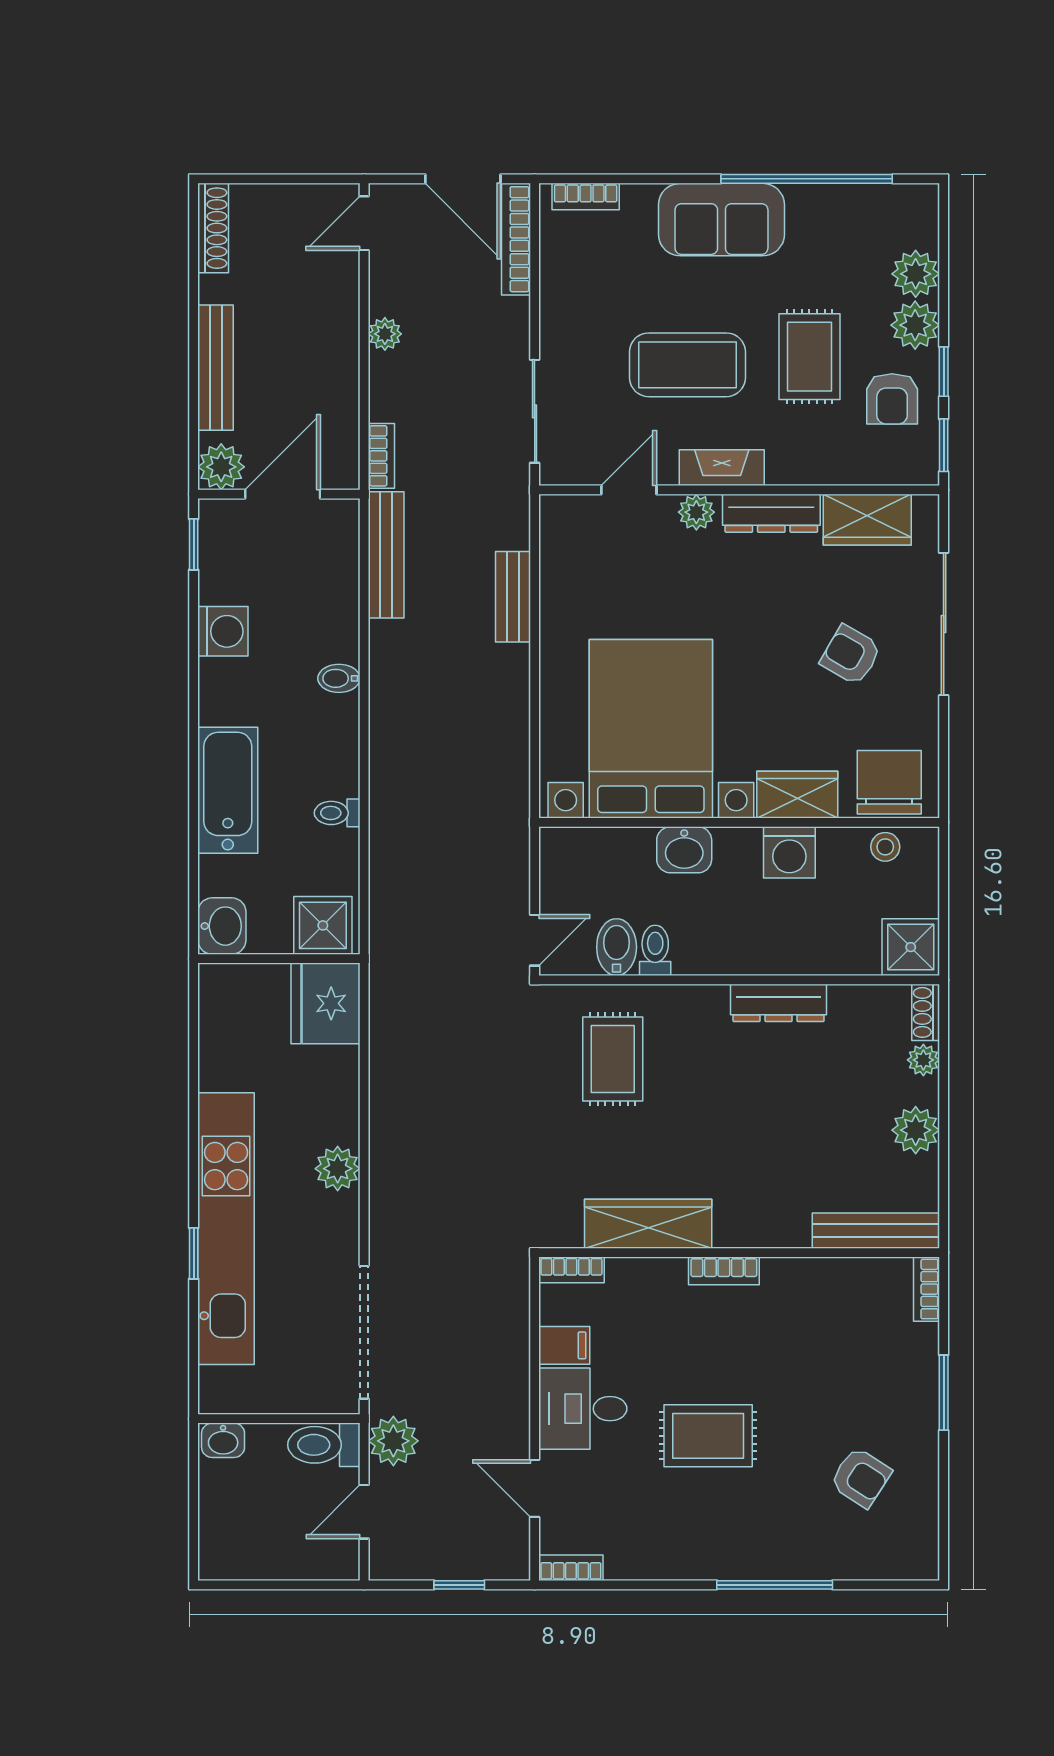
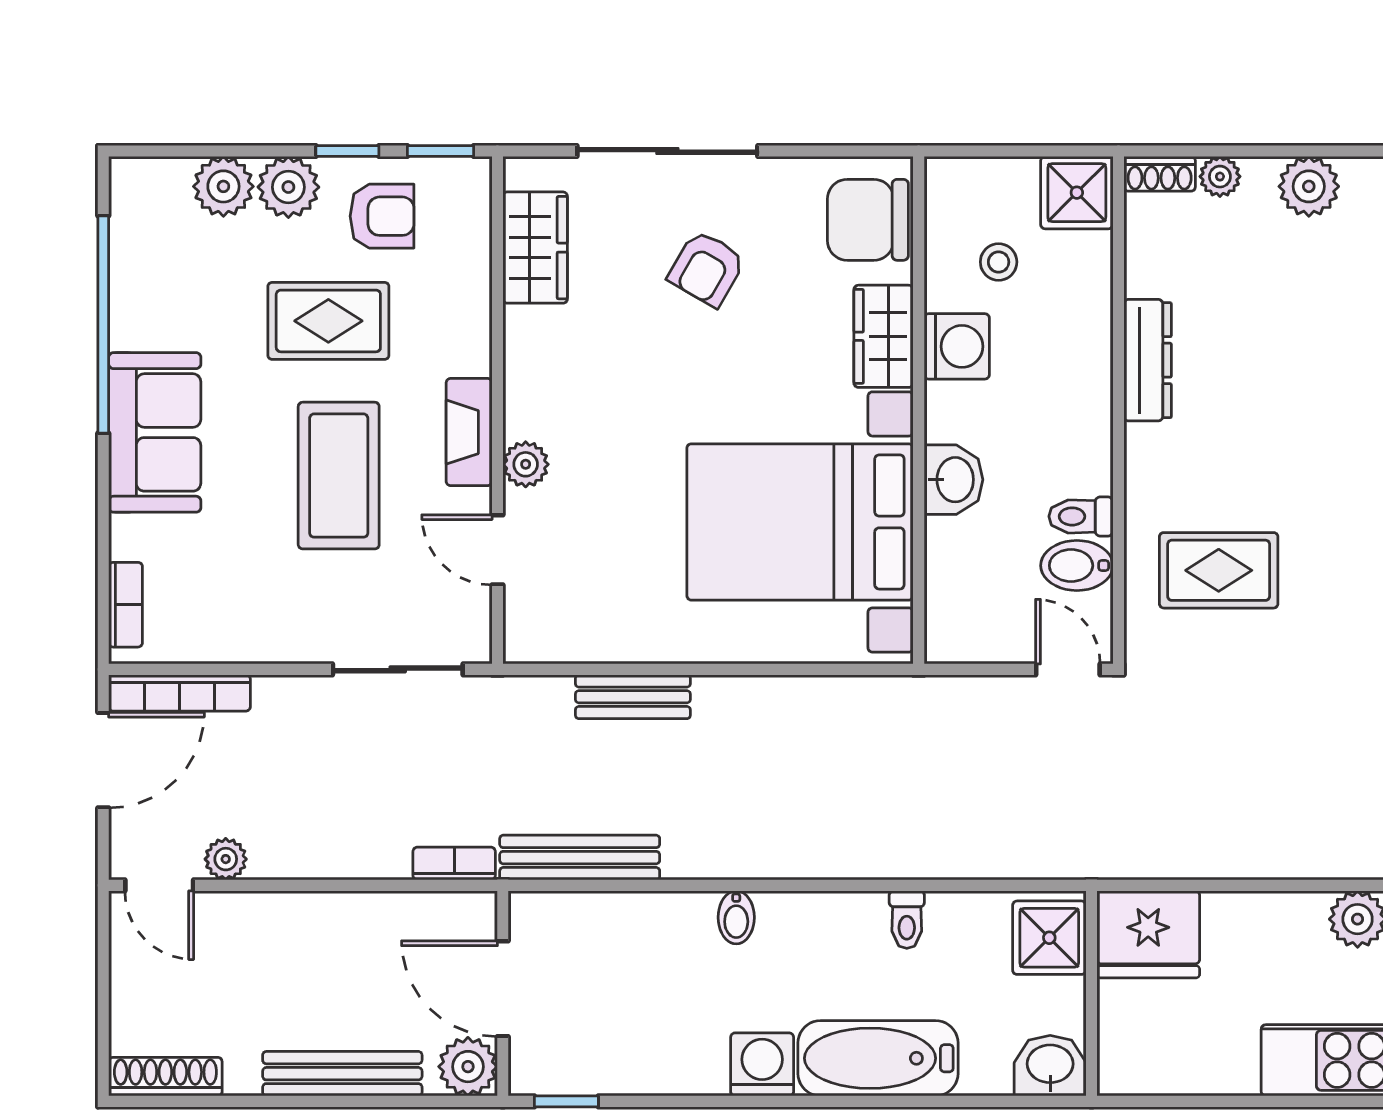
plant: (385, 334) -> (226, 859), moved
dresser: (771, 513) -> (527, 369), removed
washing machine: (223, 631) -> (762, 1064), moved
stool: (885, 847) -> (999, 262), moved

